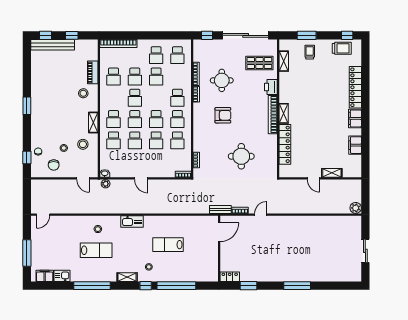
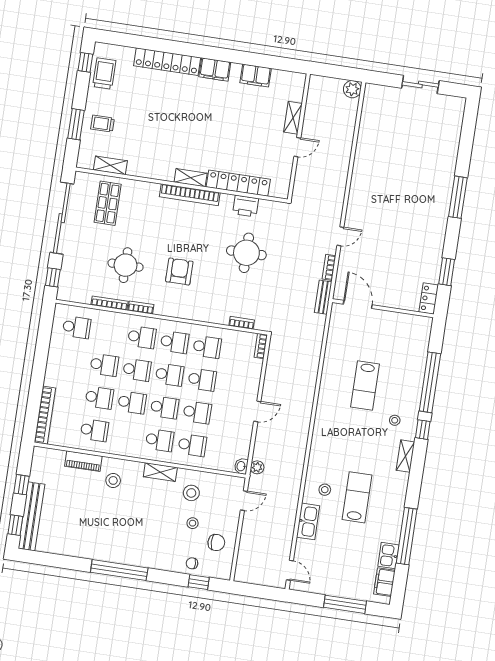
school desk: (156, 55) -> (137, 370), moved
printer: (271, 87) -> (246, 206), moved
window: (27, 106) -> (119, 570), width x2.11
door: (261, 215) -> (340, 236), swing flipped
kitchen sink: (132, 221) -> (308, 521), moved
window: (92, 286) -> (407, 536), moved

